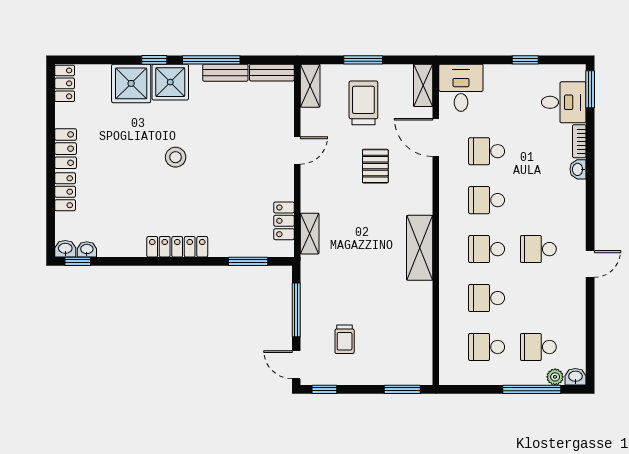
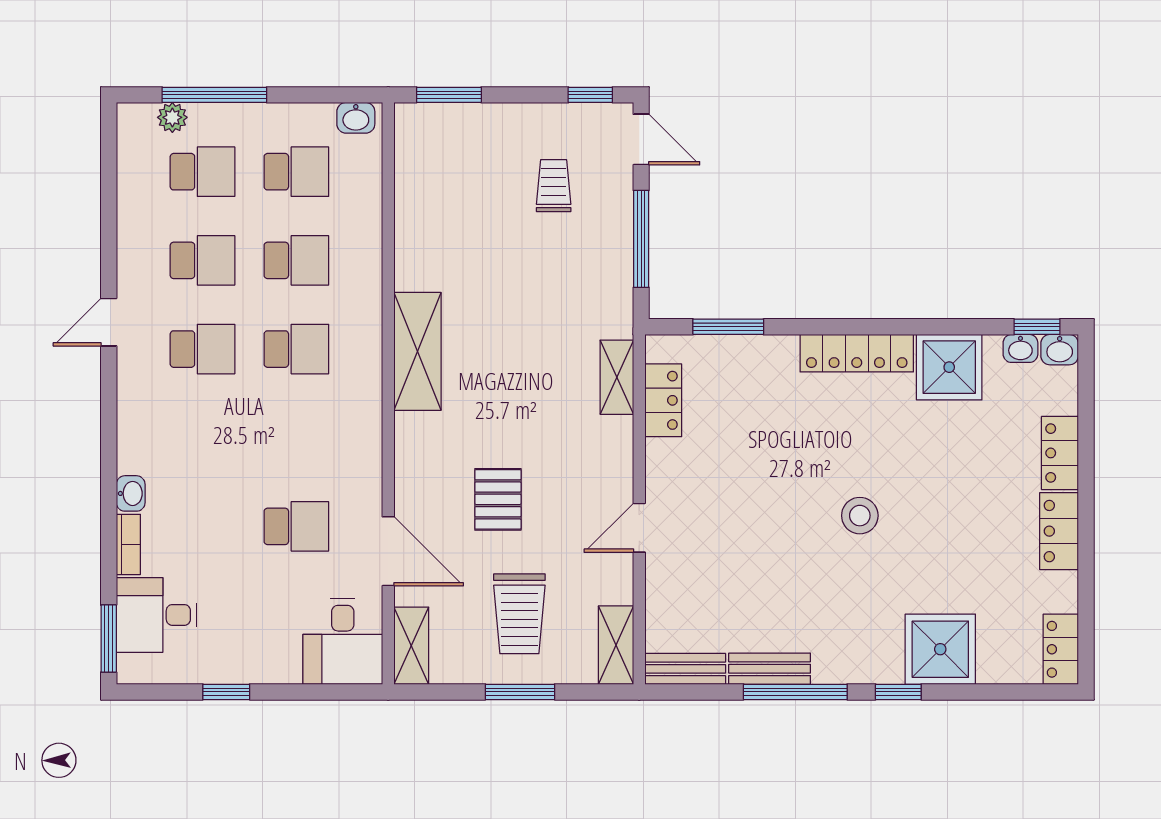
shower: (170, 82) -> (949, 367), moved
school desk: (487, 200) -> (202, 260), moved
washbasin: (575, 377) -> (356, 118), moved

